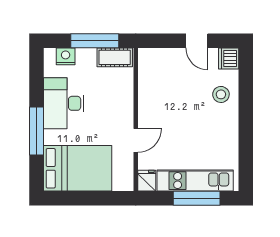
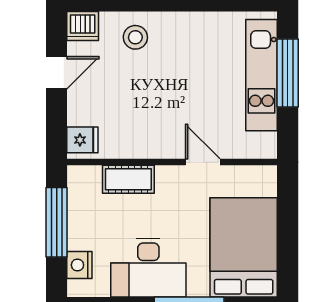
cot: (115, 57) -> (128, 179), moved, turned 90
fridge: (147, 181) -> (82, 140), moved, turned 180

